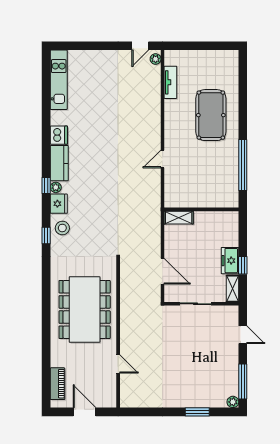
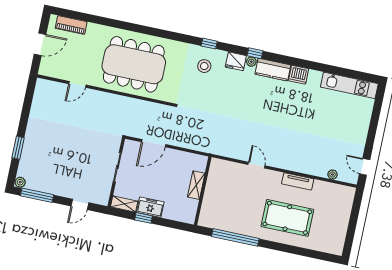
plant: (156, 59) -> (332, 175), moved
tv unit: (170, 82) -> (298, 181), moved
shelving: (179, 218) -> (196, 185), moved
stool: (62, 228) -> (204, 66), moved

